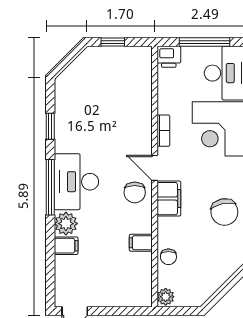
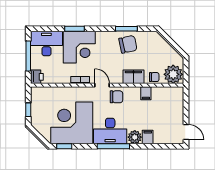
corner desk: (90, 116) -> (72, 123), added
window: (50, 126) -> (64, 146), moved
door: (155, 168) -> (102, 85), swing flipped
filing cabinet: (169, 199) -> (133, 77), moved
plant: (166, 297) -> (173, 74), width x1.87, depth x1.87

